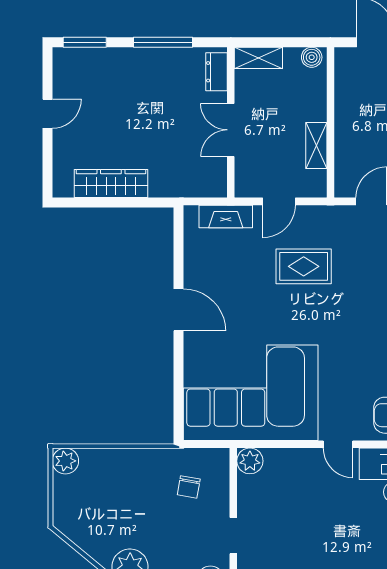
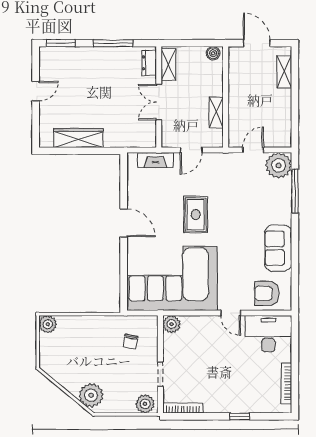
shelving: (258, 58) -> (168, 64), moved, turned 90
rug: (304, 266) -> (196, 215), moved, turned 90

